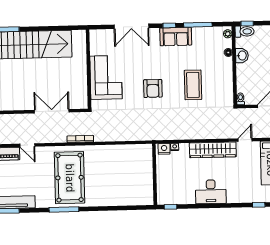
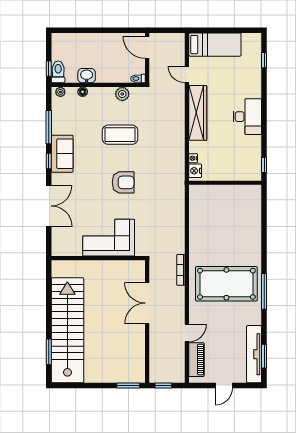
plant: (227, 86) -> (122, 94), added

